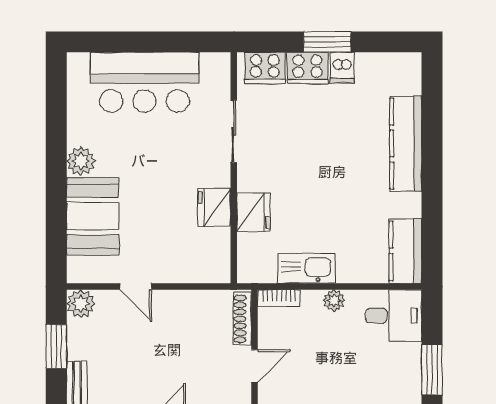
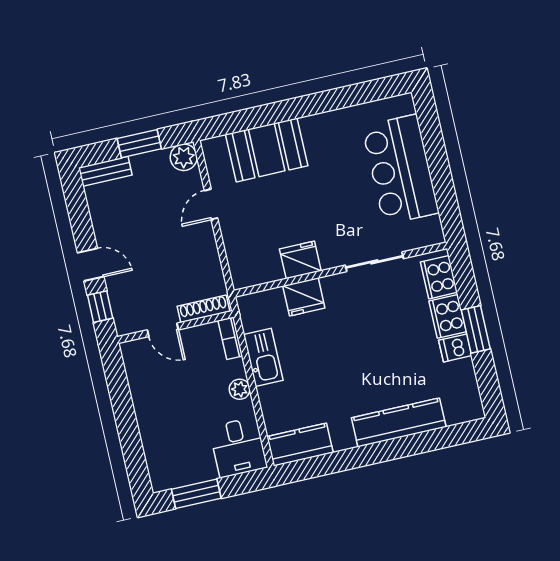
plant: (81, 161) -> (315, 128), removed

